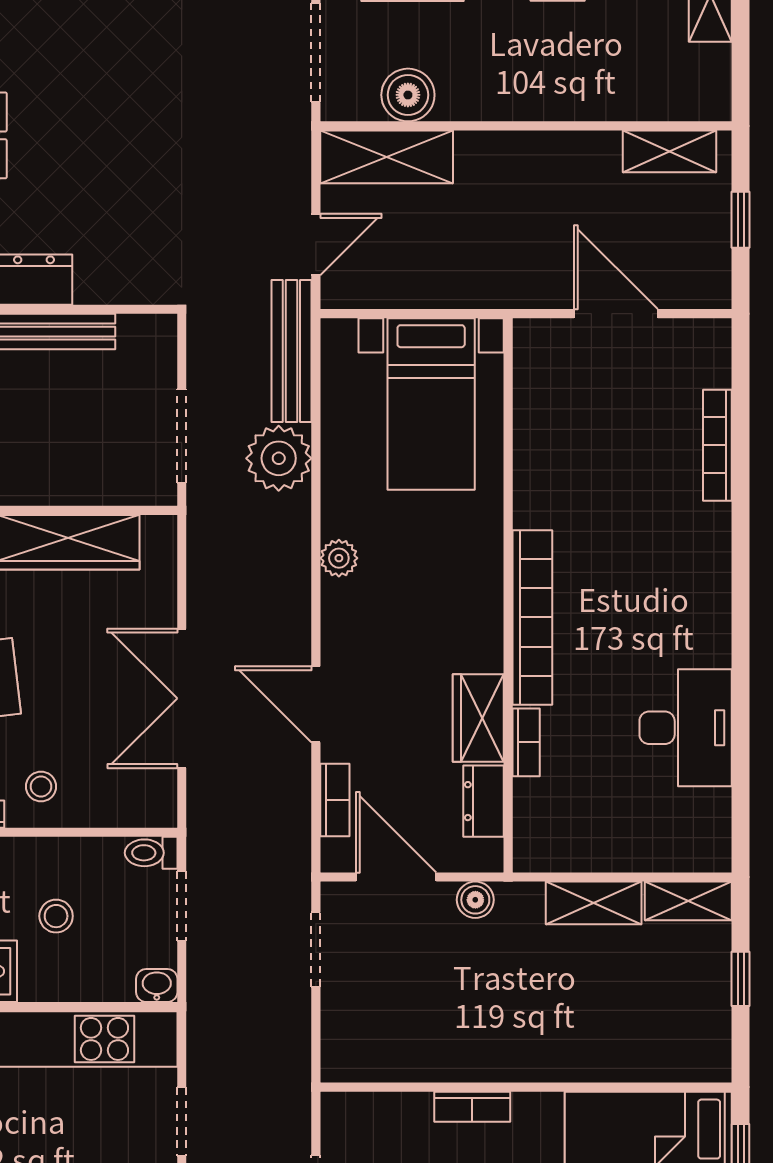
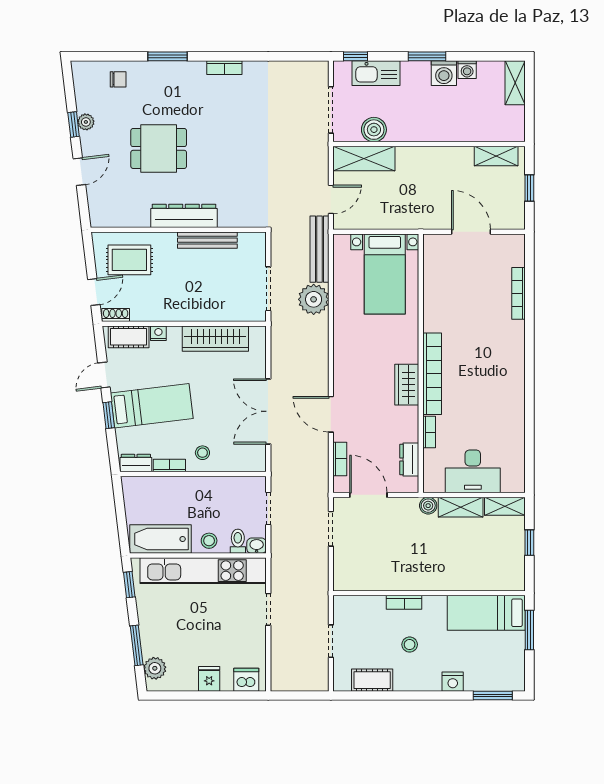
plant: (339, 558) -> (342, 346), removed
wardrobe: (478, 718) -> (407, 385), moved
desk: (686, 728) -> (473, 471), moved, turned 90
toilet: (151, 853) -> (238, 541), moved, turned 90
boiler: (475, 900) -> (428, 506), moved
stool: (56, 916) -> (209, 541), moved

